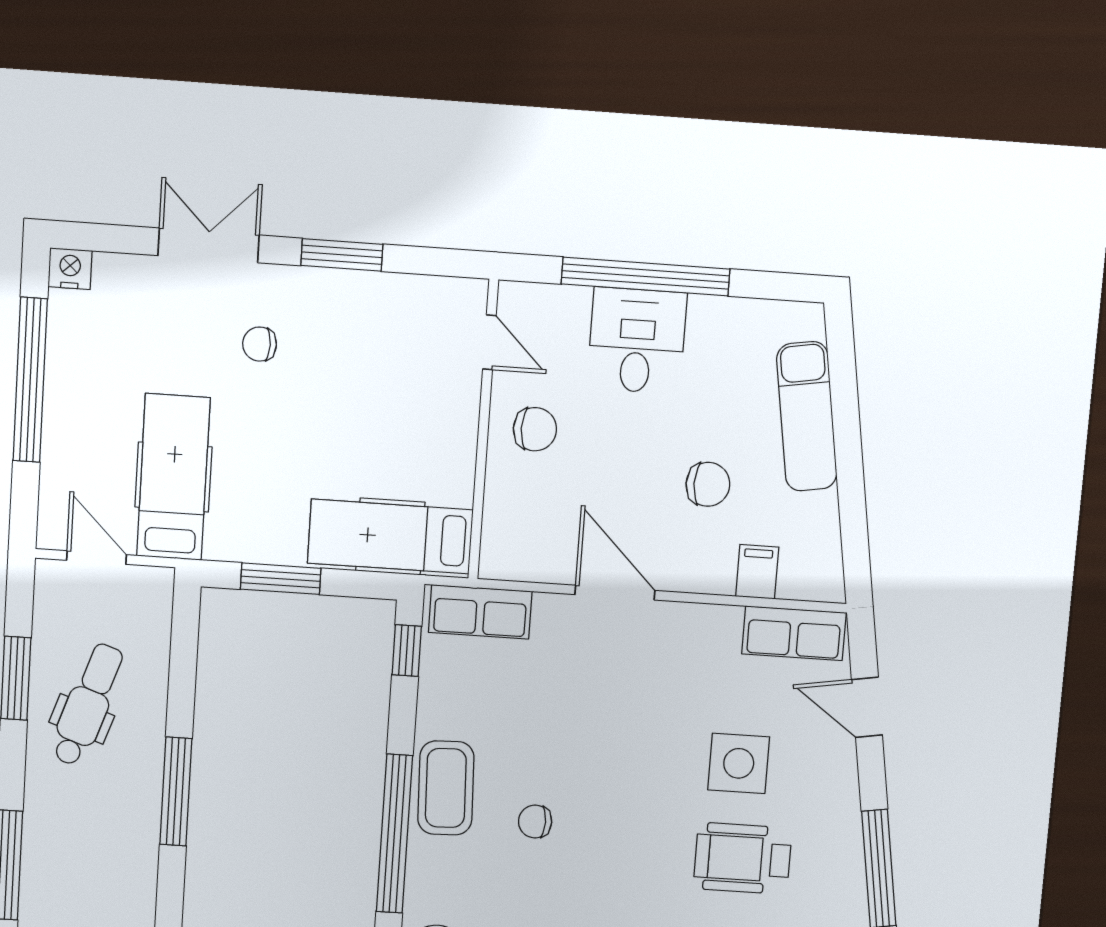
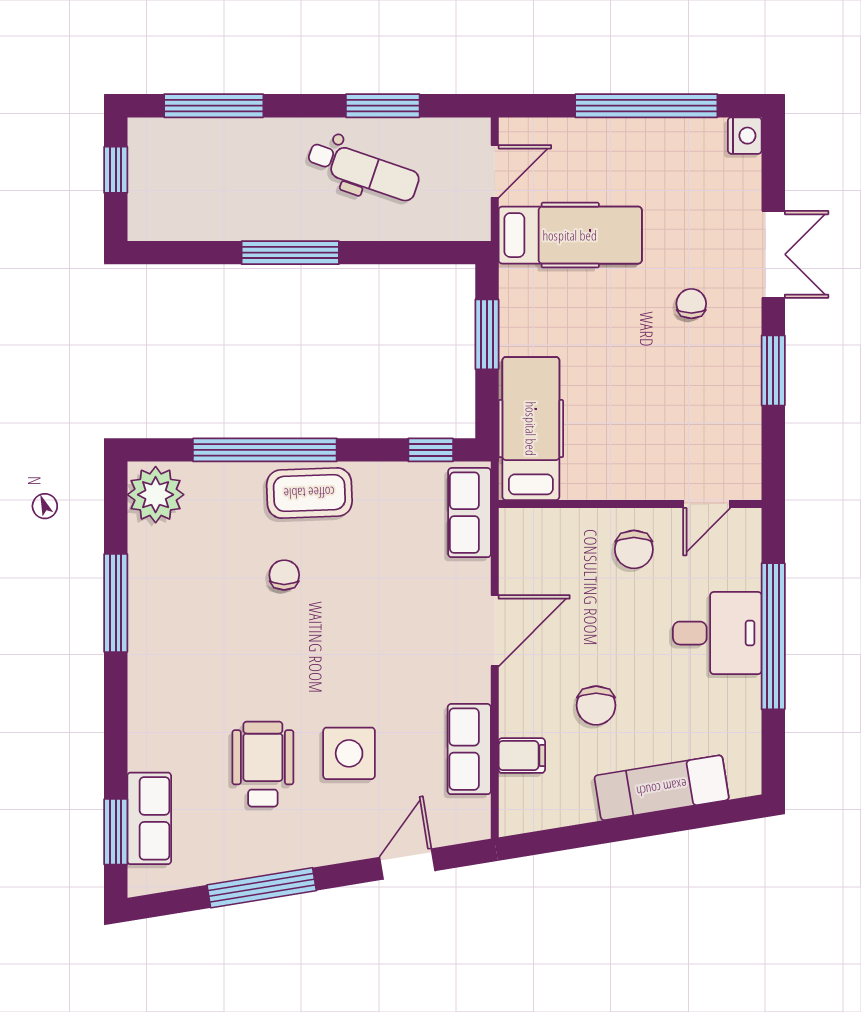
row of seats: (794, 633) -> (469, 749), moved

